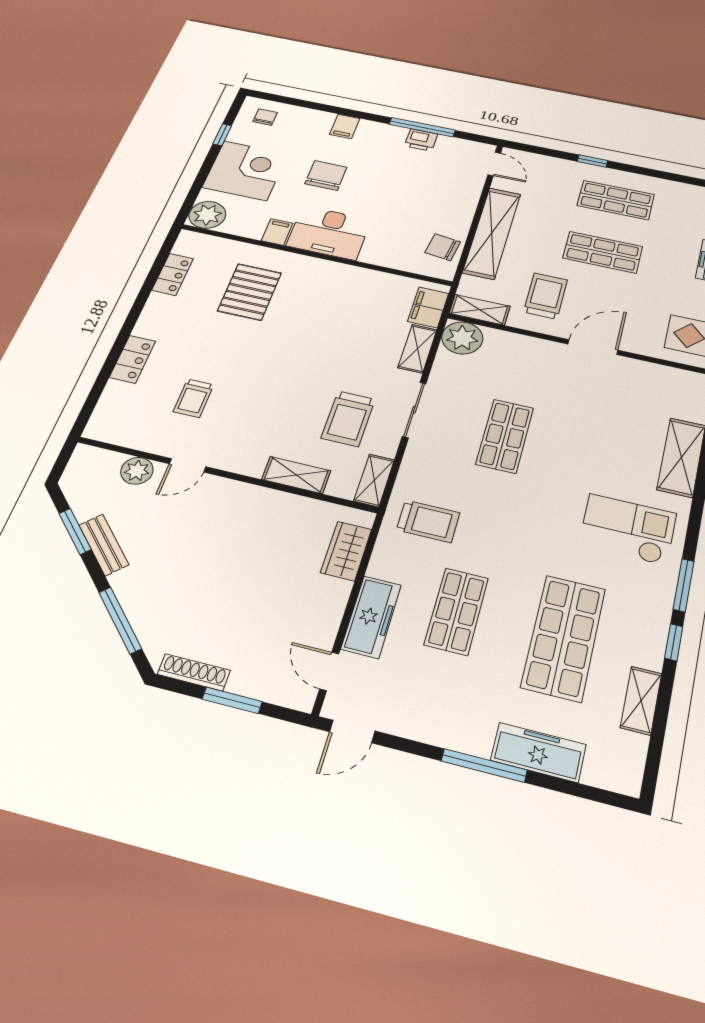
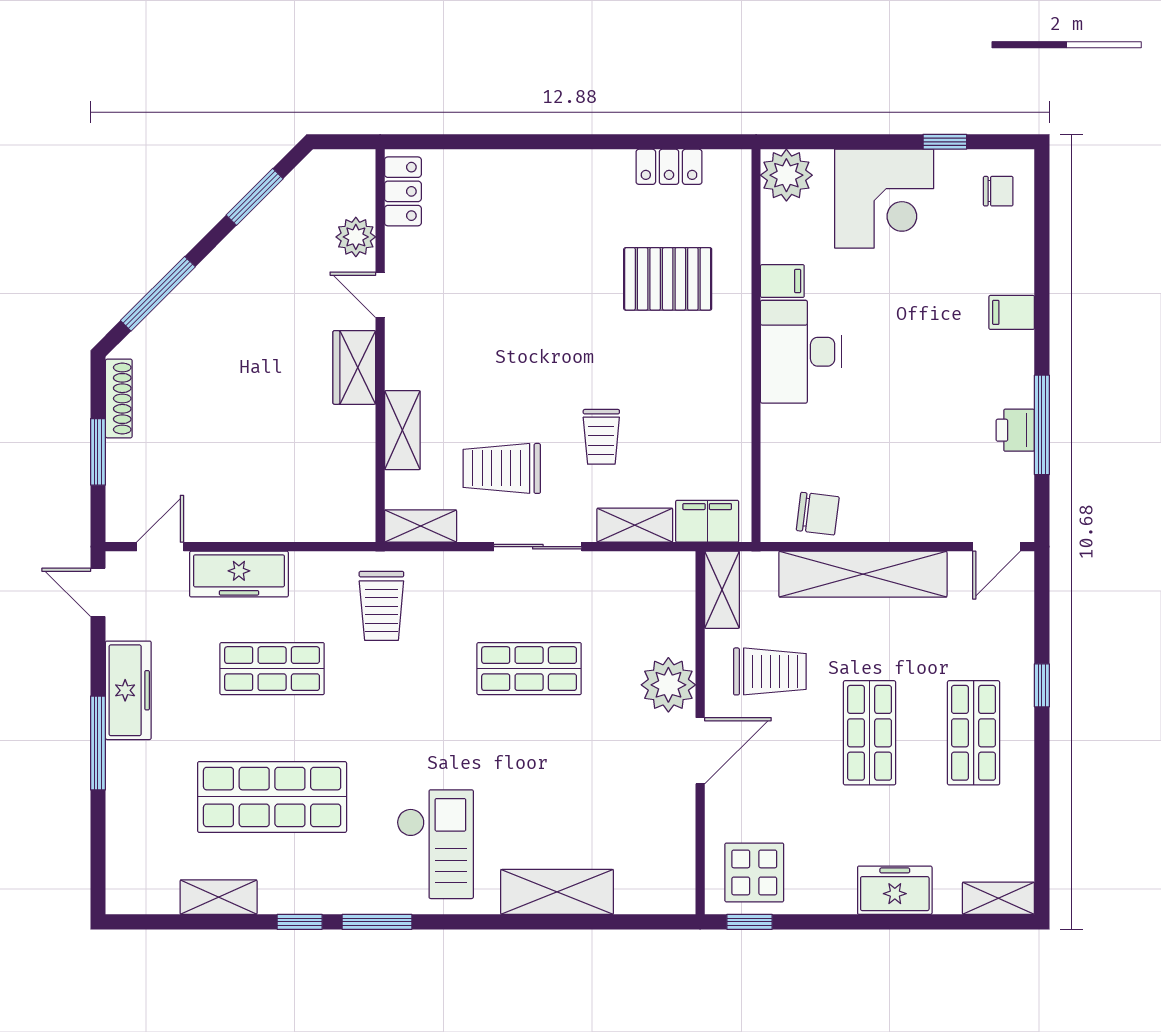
chair: (326, 175) -> (907, 315), removed
chair: (443, 247) -> (818, 514), turned 89
plant: (462, 338) -> (668, 685), moved
door: (593, 347) -> (700, 751), hinge flipped
locker: (132, 359) -> (403, 191), moved, turned -90
trolley: (193, 398) -> (601, 437), moved, turned -90
bench: (104, 545) -> (246, 237), removed
wardrobe: (346, 551) -> (354, 367), moved, turned -90
freezer: (538, 752) -> (128, 690), moved

